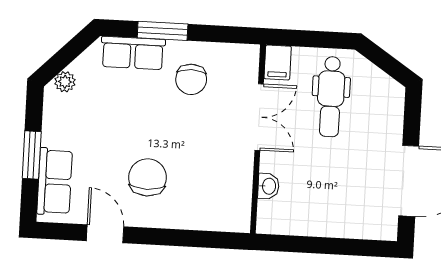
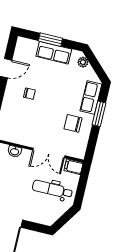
chair: (147, 177) -> (29, 94), width x0.54, depth x0.54
row of seats: (55, 182) -> (54, 53), moved

